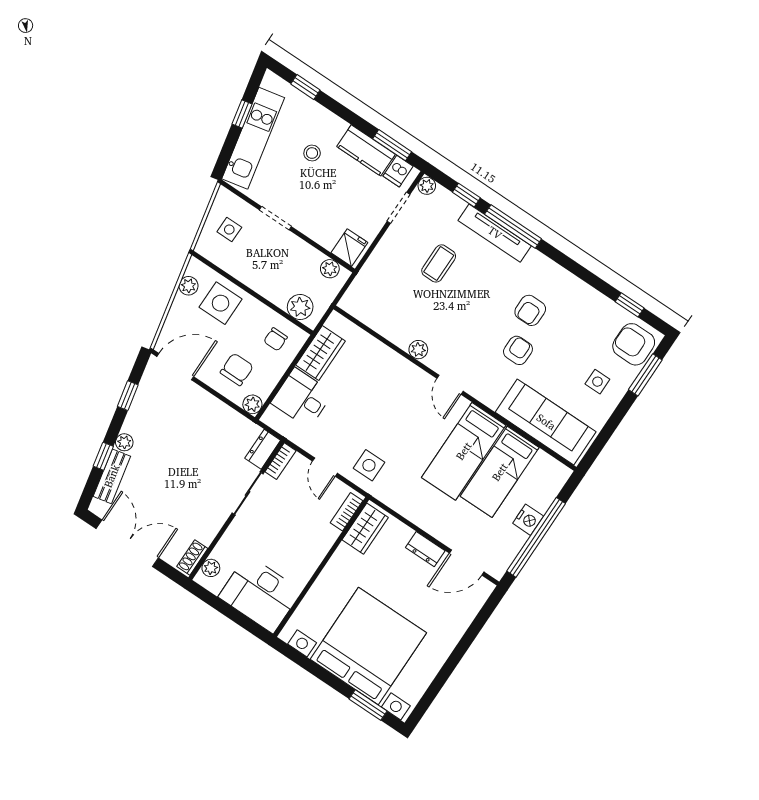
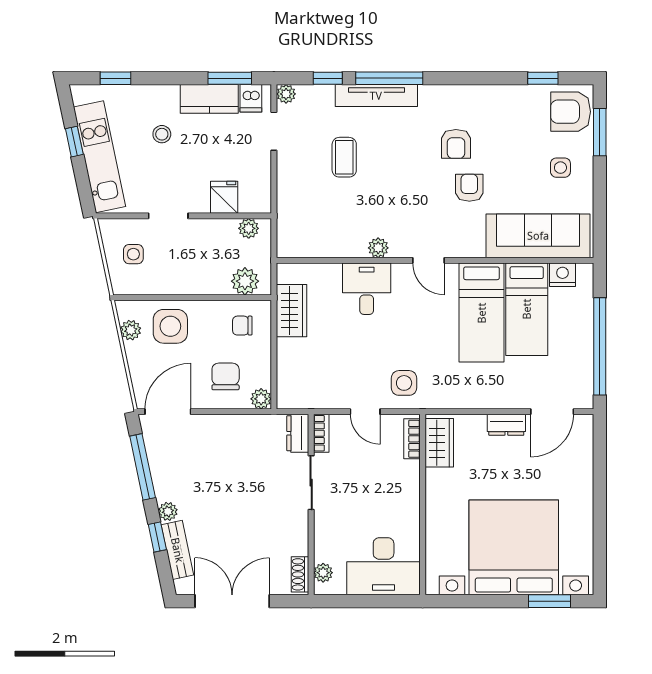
fridge: (349, 248) -> (224, 197), moved
chair: (276, 339) -> (242, 326), turned 90
window: (128, 396) -> (143, 467), width x2.17
desk: (302, 398) -> (367, 289), moved, turned 90
nightstand: (528, 520) -> (562, 275), moved, turned -90

